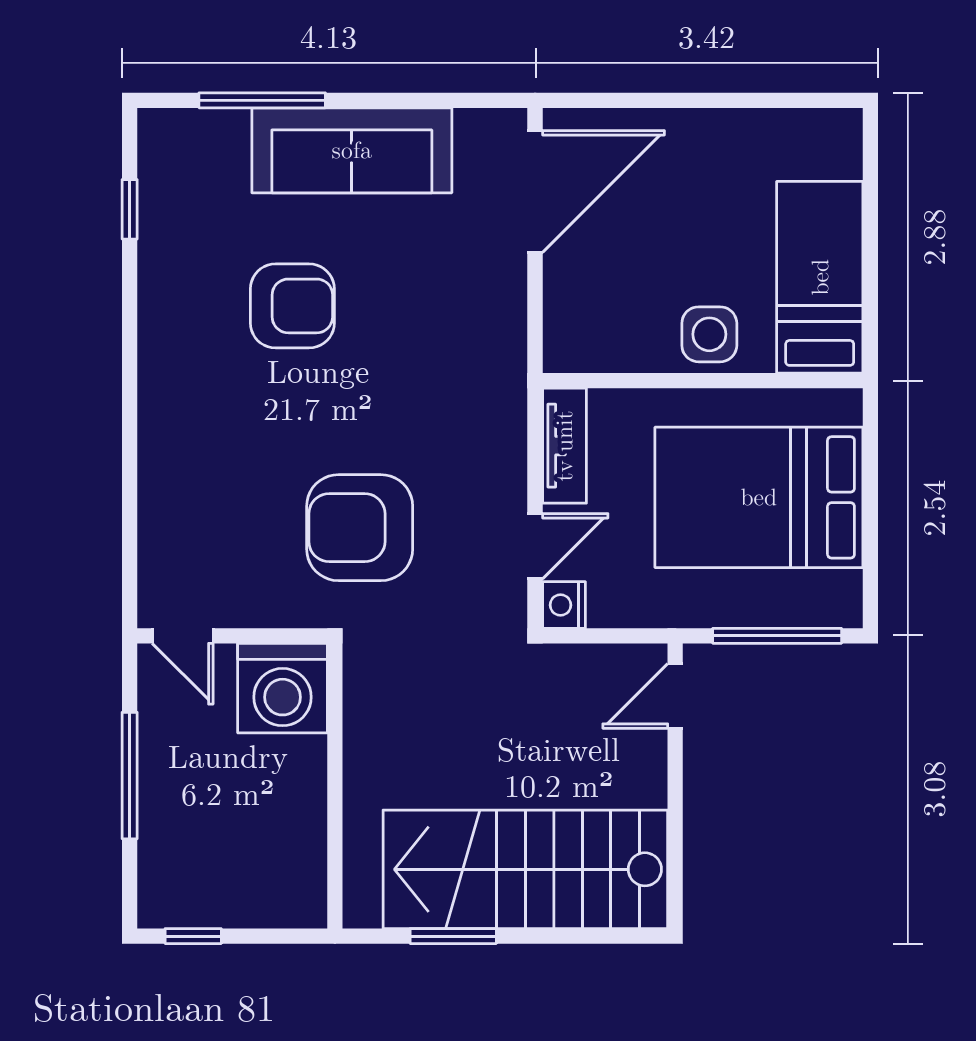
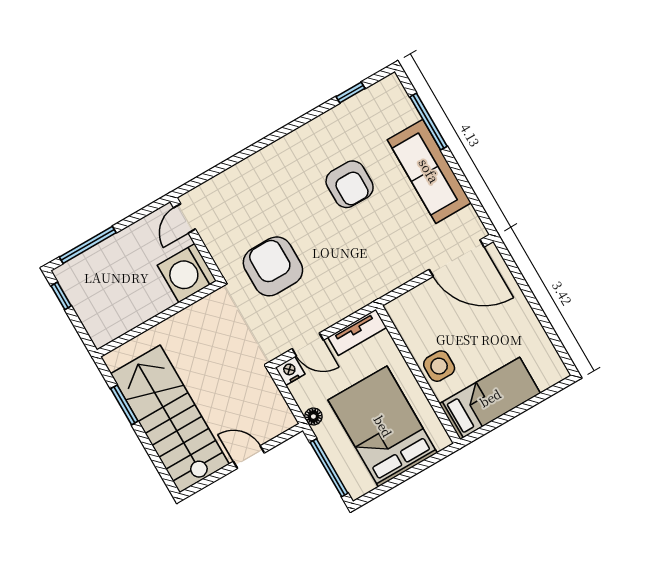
floor lamp: (669, 611) -> (313, 417), added
door: (675, 696) -> (249, 457), moved
window: (130, 776) -> (88, 245), moved

